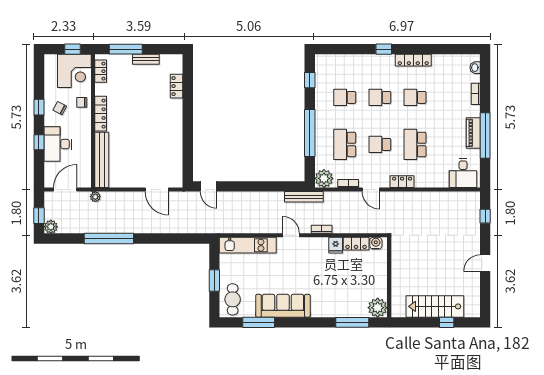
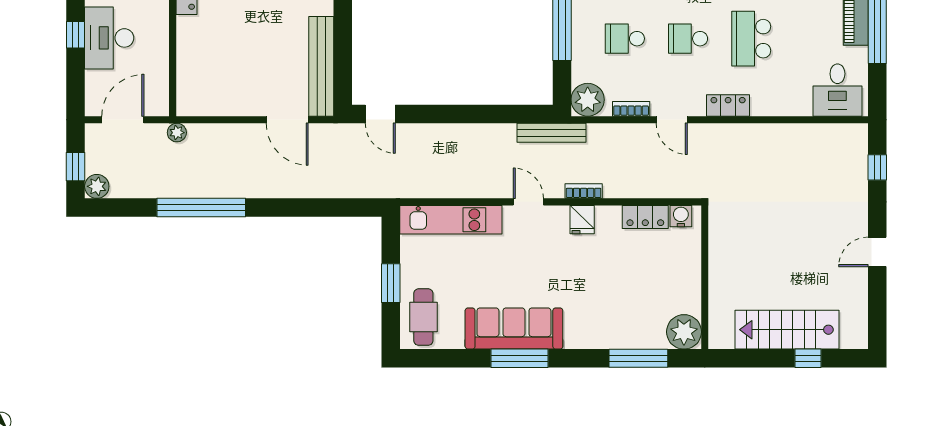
school desk: (345, 144) -> (625, 39), width x0.54
bench: (102, 160) -> (321, 66), moved
fridge: (336, 245) -> (582, 220), moved
window: (259, 322) -> (520, 358), moved

